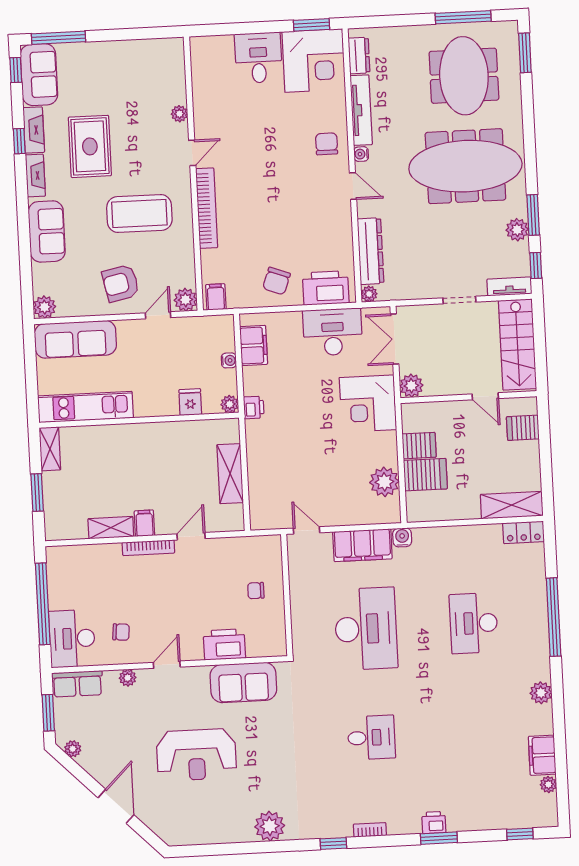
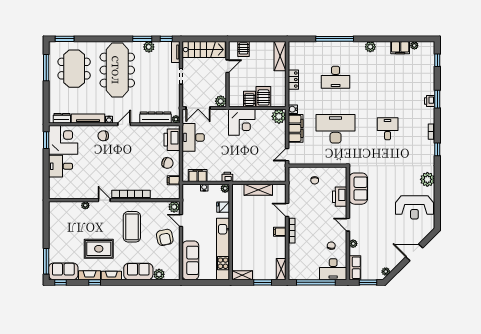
meeting table: (464, 76) -> (74, 69), turned 90
filing cabinet: (216, 297) -> (174, 180), moved
plant: (44, 307) -> (159, 274), moved
corner desk: (368, 404) -> (242, 122), moved
kitchen unit: (85, 407) -> (223, 249), width x1.36
plant: (384, 482) -> (279, 116), moved
shelving: (111, 528) -> (281, 269), moved
locker: (523, 532) -> (293, 80), moved
reception desk: (196, 755) -> (414, 207), moved, turned 90

